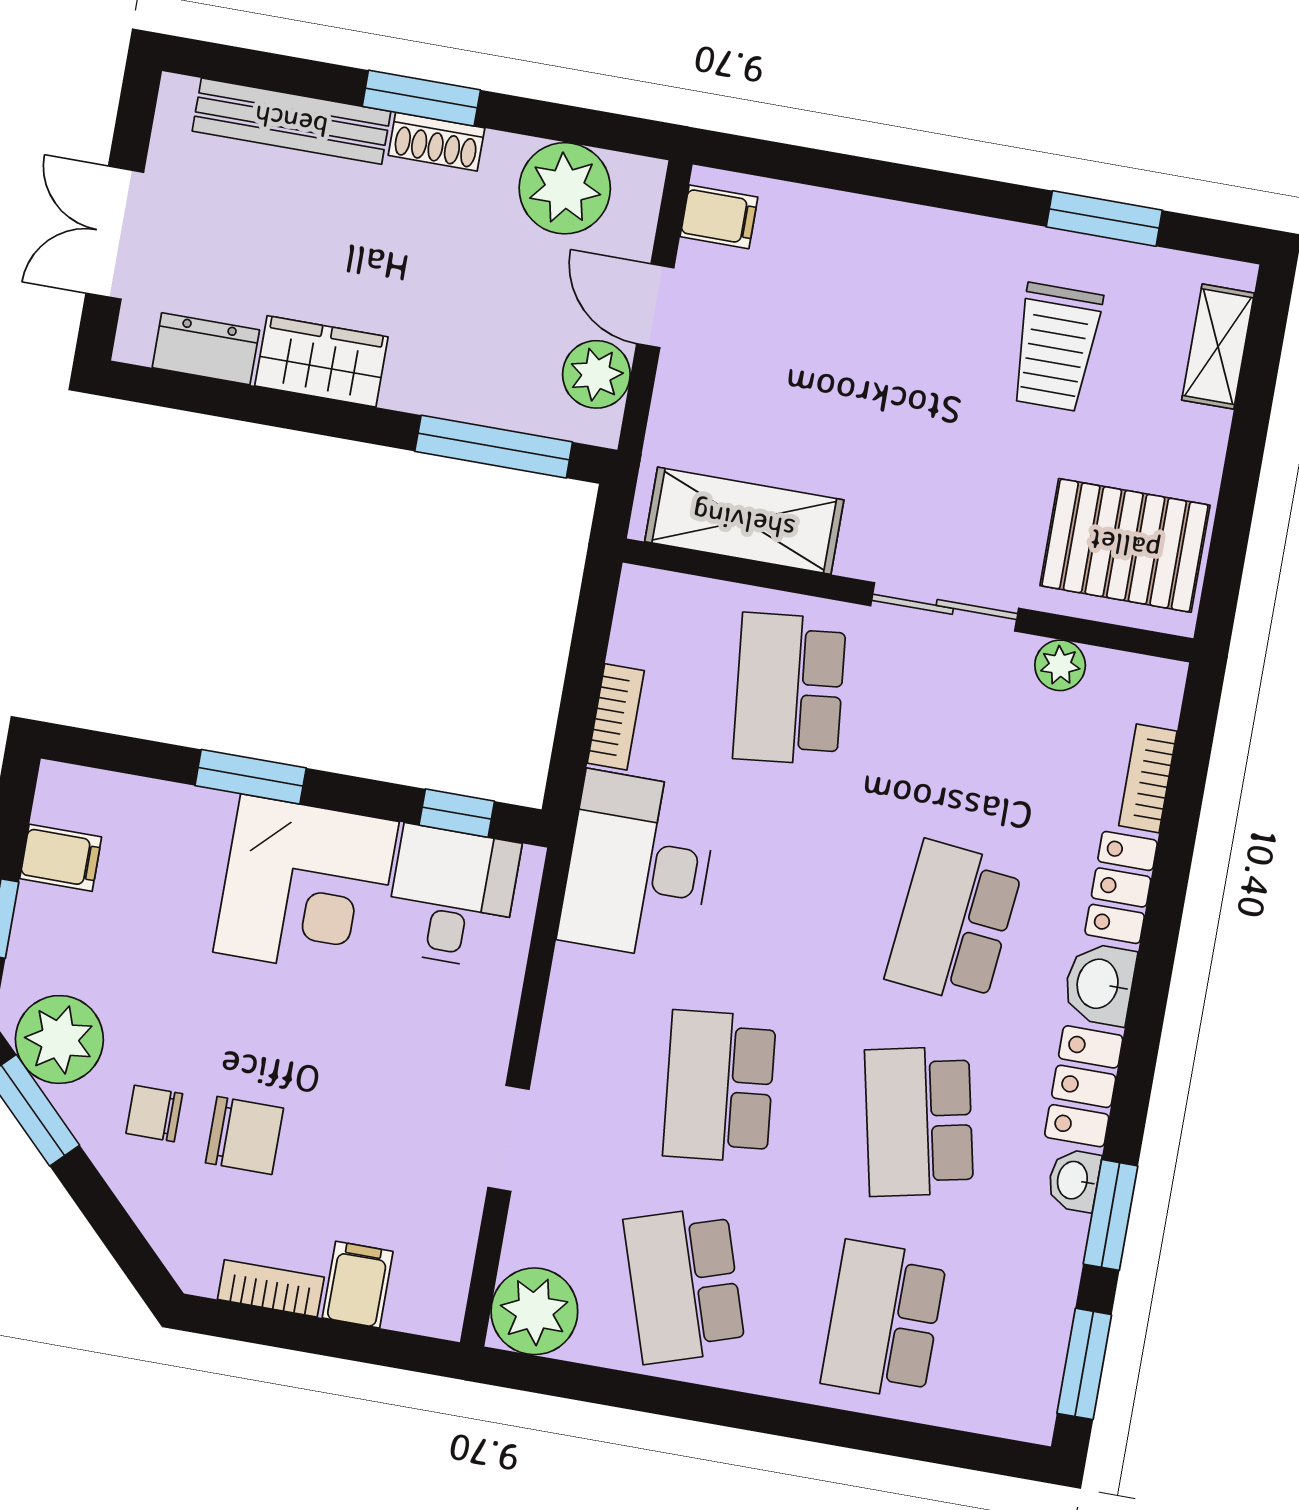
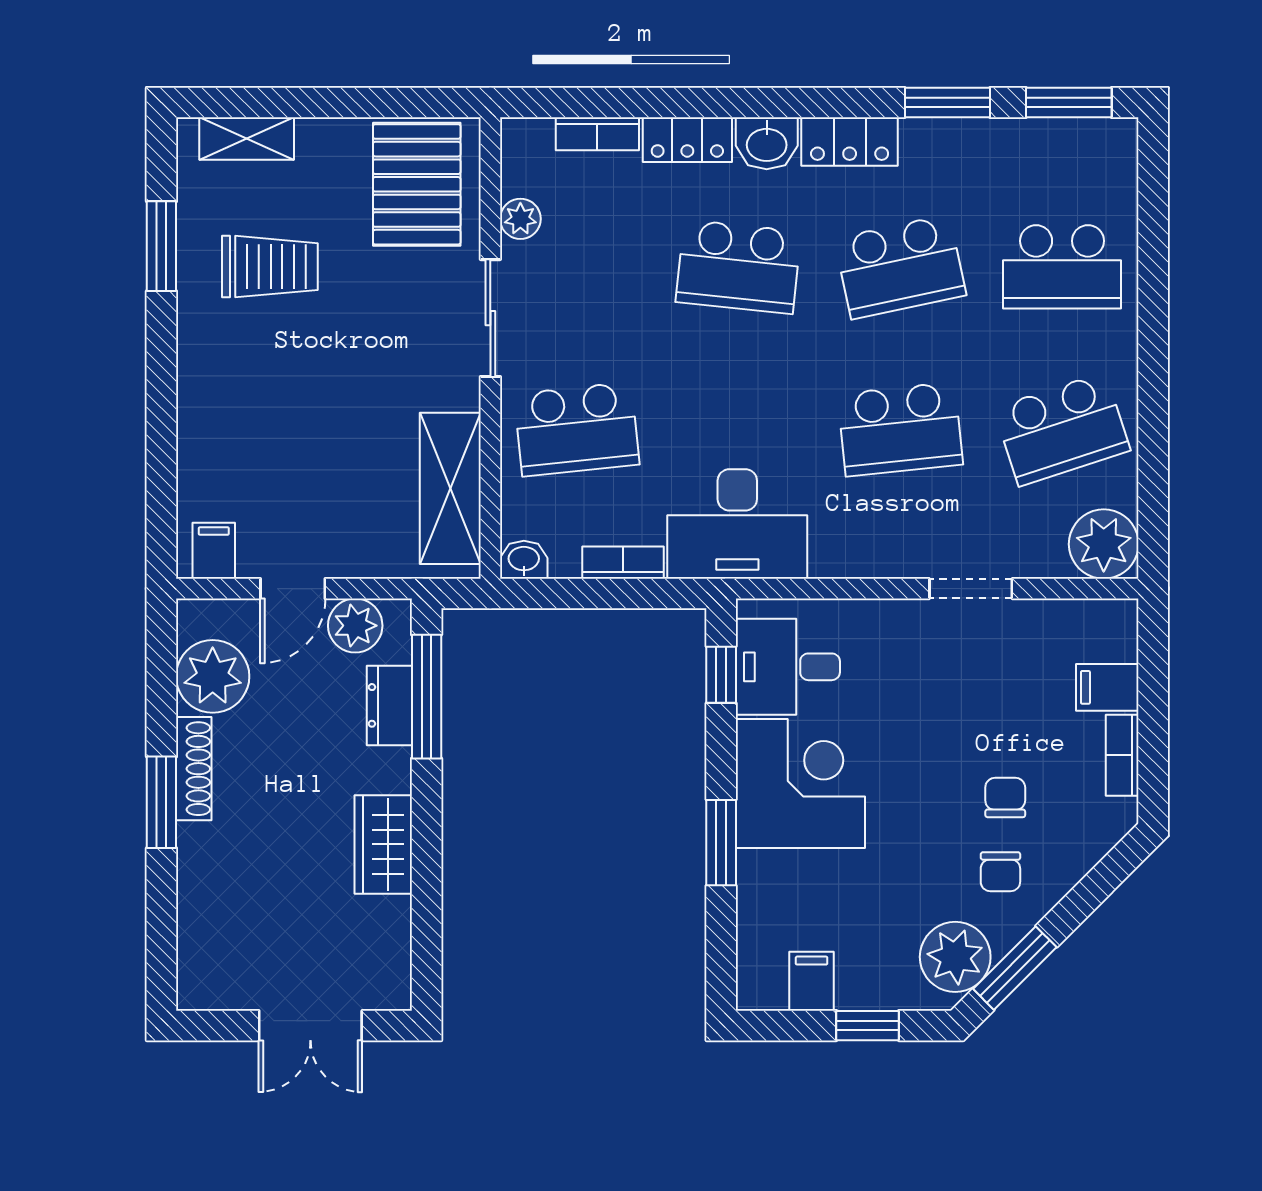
bench: (291, 121) -> (198, 902), removed
shoe rack: (436, 142) -> (194, 769), width x1.43
dresser: (206, 349) -> (389, 705), moved
chair: (244, 1135) -> (1005, 797), width x0.73, depth x0.73
washbasin: (1074, 1180) -> (524, 560), moved, turned 180

